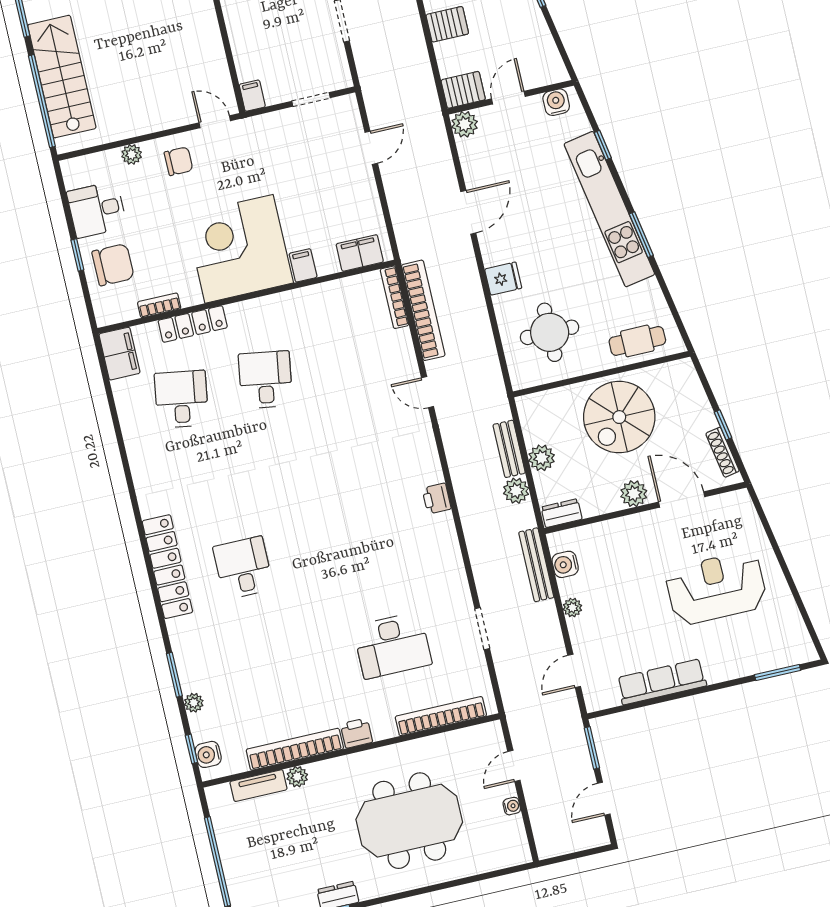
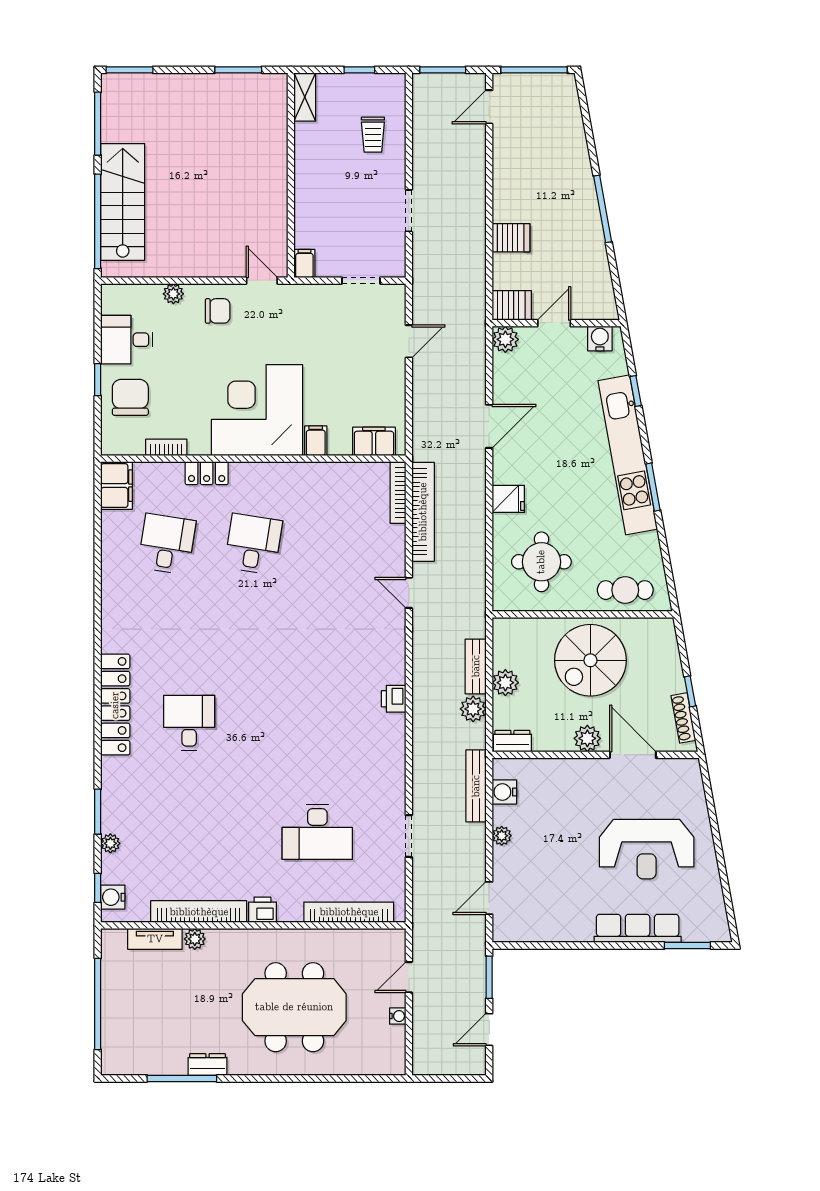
chair: (113, 265) -> (130, 397), turned -90
locker: (193, 324) -> (207, 473), width x0.66
reception desk: (716, 588) -> (647, 849), turned 180
row of seats: (662, 682) -> (638, 928), moved

